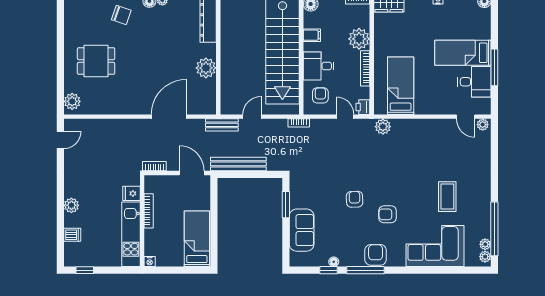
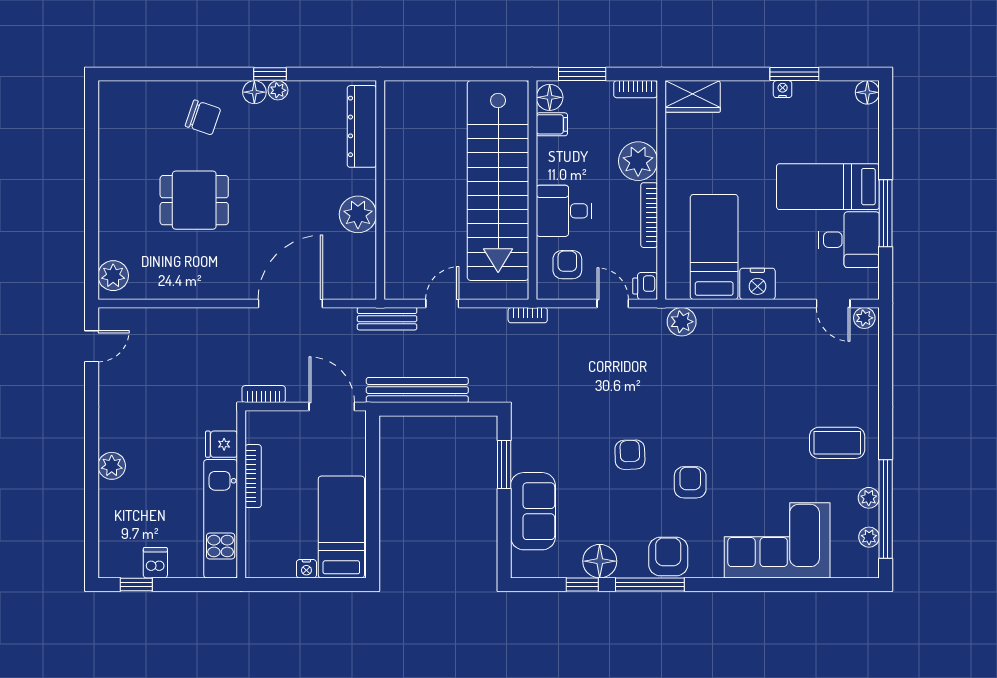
filing cabinet: (312, 35) -> (552, 124), moved
dining table: (96, 61) -> (194, 200), moved
nightstand: (424, 106) -> (757, 284), added
coffee table: (447, 197) -> (837, 443), moved, turned 90
armchair: (388, 214) -> (690, 482), turned 90
dishwasher: (72, 235) -> (155, 563), moved, turned -90
plant: (485, 257) -> (869, 498), moved
nightstand: (150, 262) -> (306, 569), moved
floor lamp: (334, 262) -> (600, 561), width x1.89, depth x1.89

